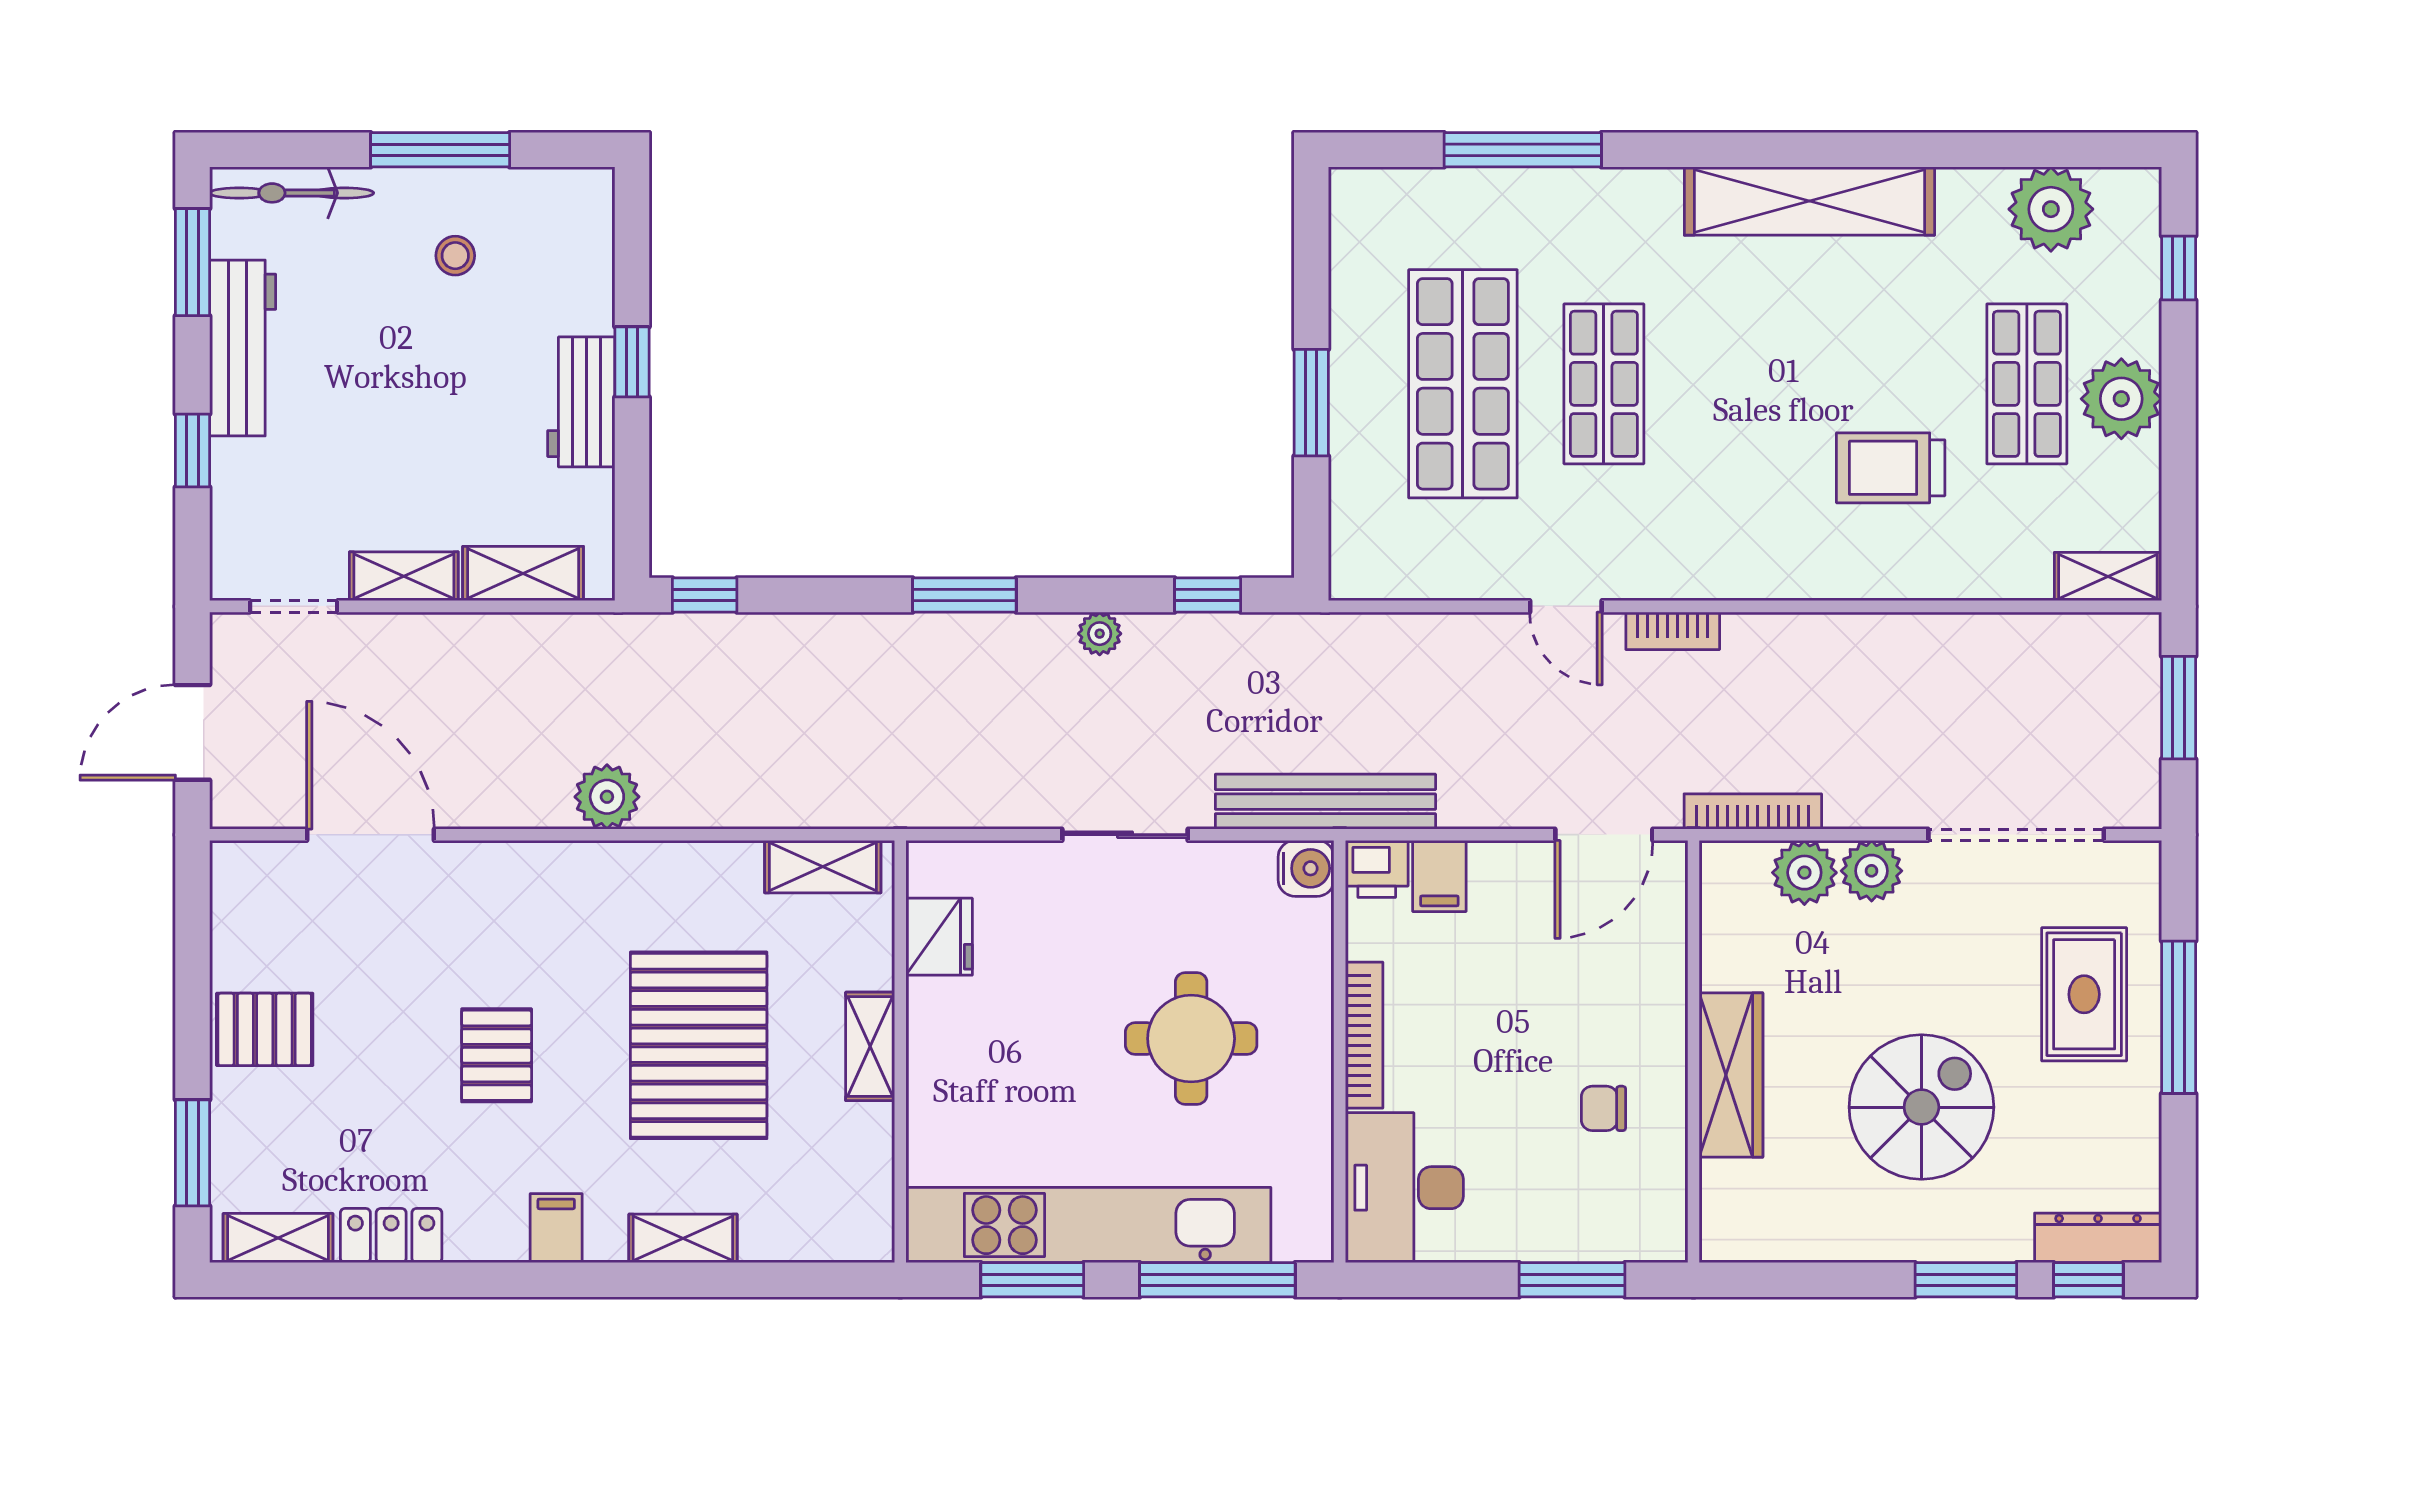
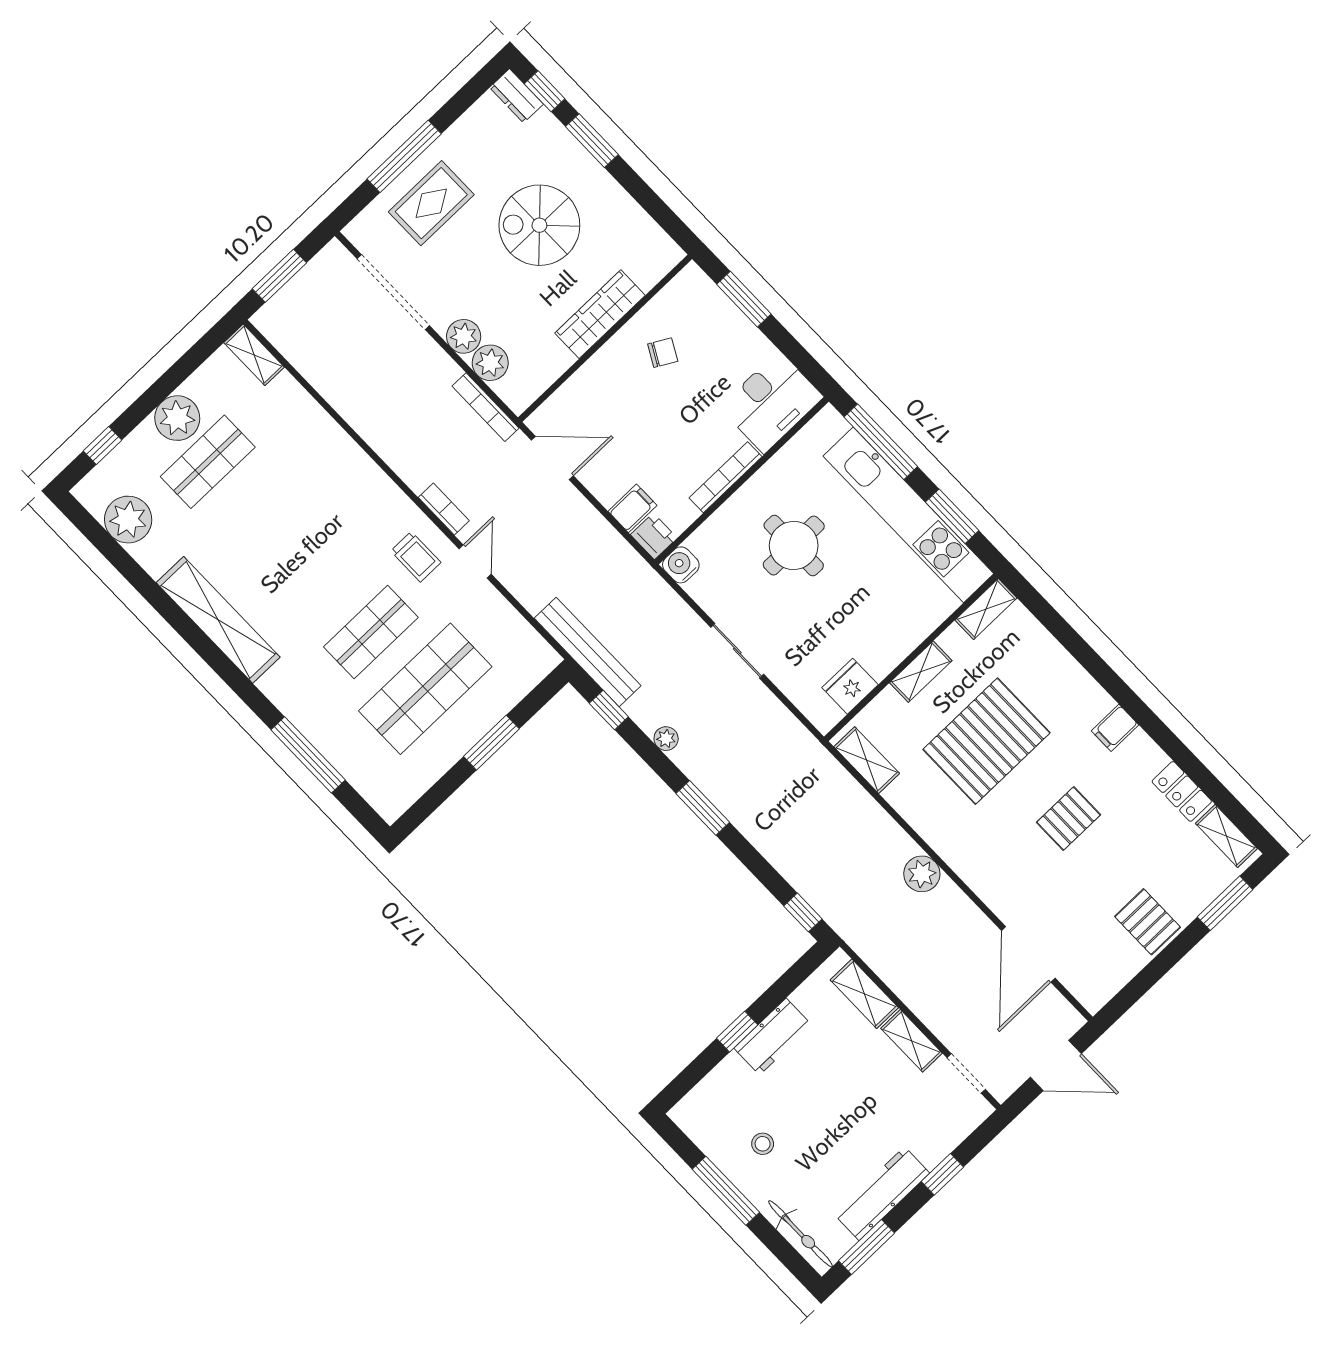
trolley: (1891, 468) -> (416, 557), moved, width x0.73, depth x0.72
bench: (1325, 802) -> (588, 652), moved
chair: (1603, 1108) -> (663, 353), turned -61
shelving: (683, 1238) -> (986, 609), moved, turned 90
dresser: (2098, 1238) -> (516, 96), width x0.70

